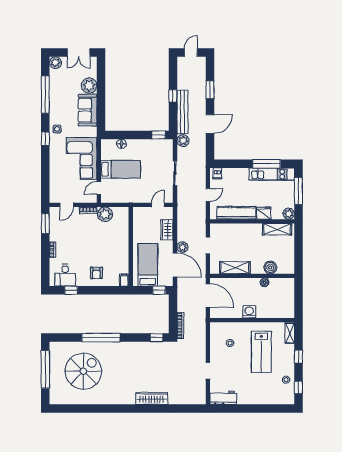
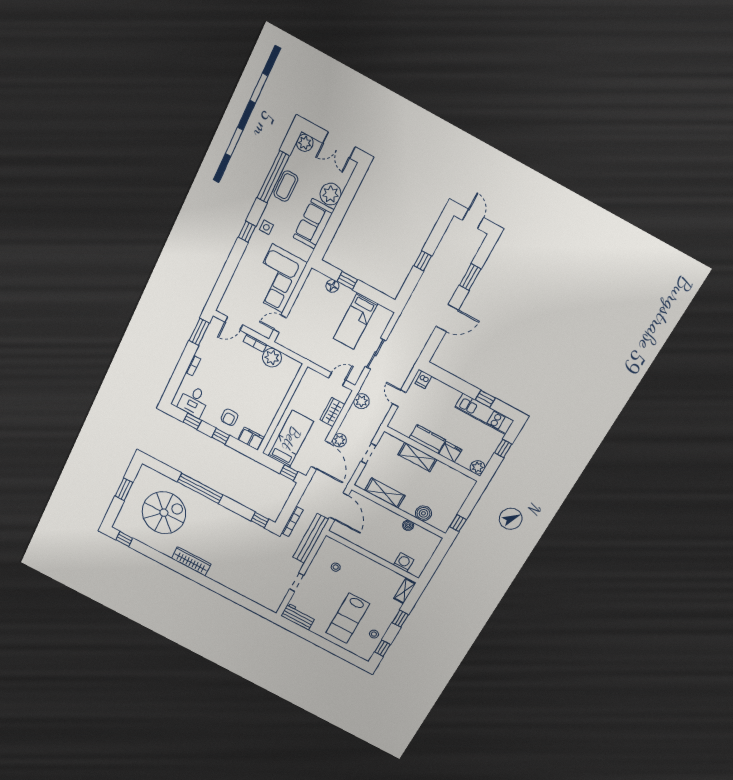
door: (191, 53) -> (473, 219), hinge flipped
coffee table: (57, 96) -> (286, 186), added
bench: (182, 112) -> (311, 538), moved
window: (159, 135) -> (347, 280), moved
plant: (183, 141) -> (361, 401), moved
window: (266, 164) -> (485, 399), width x0.46
bed: (121, 169) -> (355, 321), moved, turned 90
window: (298, 191) -> (503, 448), width x0.46
door: (208, 195) -> (399, 398), swing flipped
kitchen counter: (237, 213) -> (427, 439), width x0.67
shelving: (277, 229) -> (417, 457), moved
window: (298, 261) -> (458, 523), added
filing cabinet: (124, 280) -> (251, 439), width x2.00
window: (97, 290) -> (221, 436), added
washing machine: (249, 312) -> (404, 562), moved
lab bench: (261, 352) -> (348, 618), moved
window: (45, 369) -> (124, 489), width x0.47
wardrobe: (152, 398) -> (191, 561), moved
window: (63, 409) -> (124, 539), added

